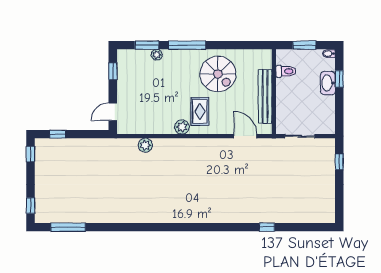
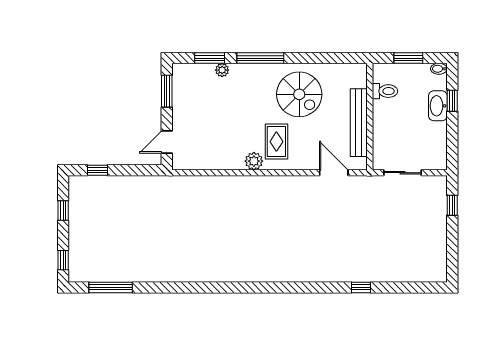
window: (113, 71) -> (167, 91), width x1.50
plant: (145, 145) -> (208, 184), removed
window: (31, 154) -> (63, 210), moved

